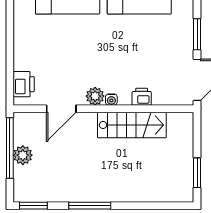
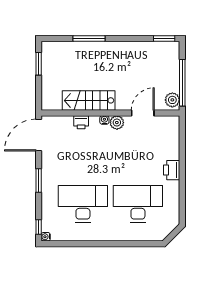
window: (197, 34) -> (39, 180), moved
printer: (24, 84) -> (172, 170), moved
plant: (23, 155) -> (172, 100), moved
window: (90, 206) -> (89, 39), moved

